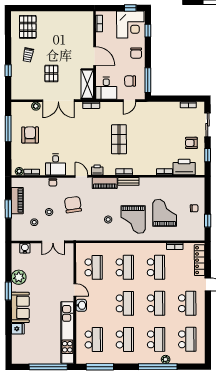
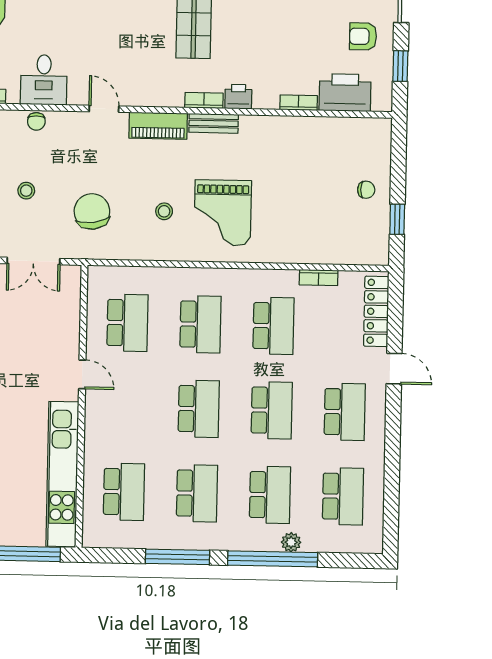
printer: (97, 170) -> (238, 97), moved
chair: (73, 205) -> (92, 211), moved
grand piano: (165, 213) -> (297, 199), removed
washbasin: (81, 305) -> (97, 411), removed
window: (100, 367) -> (178, 557), moved

